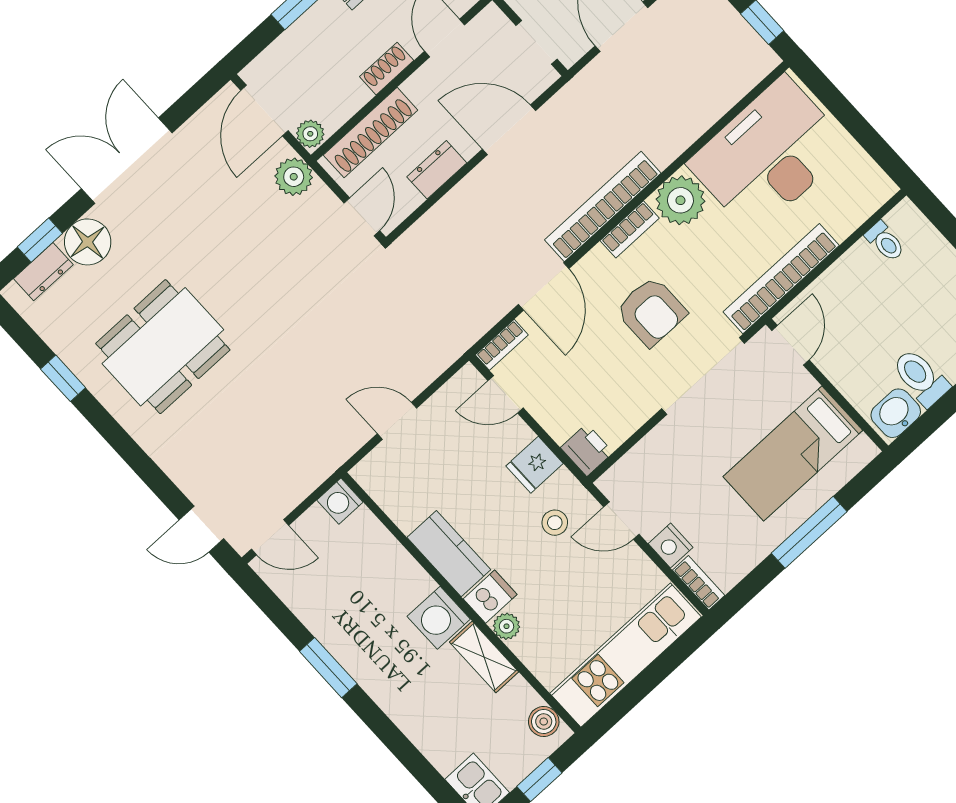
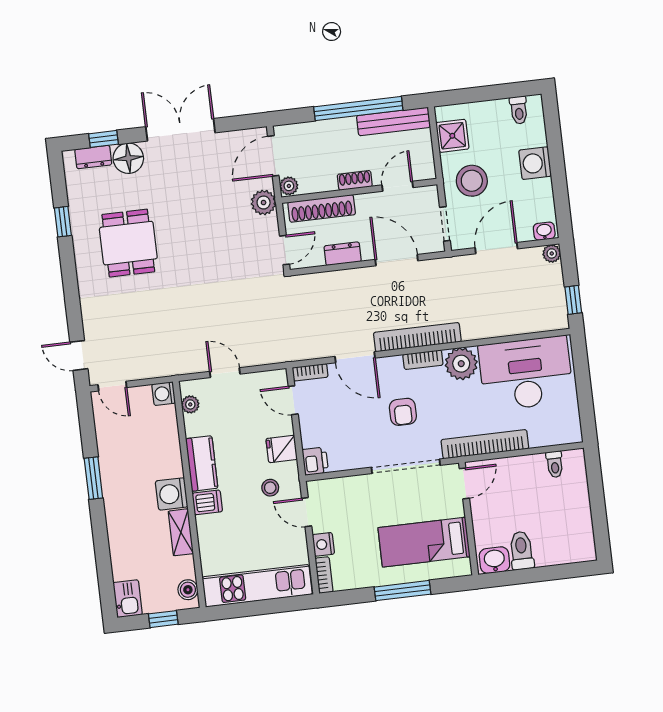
door: (544, 287) -> (355, 357), hinge flipped
armchair: (651, 311) -> (403, 412), width x0.72, depth x0.72
dining table: (163, 347) -> (128, 243), width x0.73
plant: (506, 626) -> (190, 404), moved

